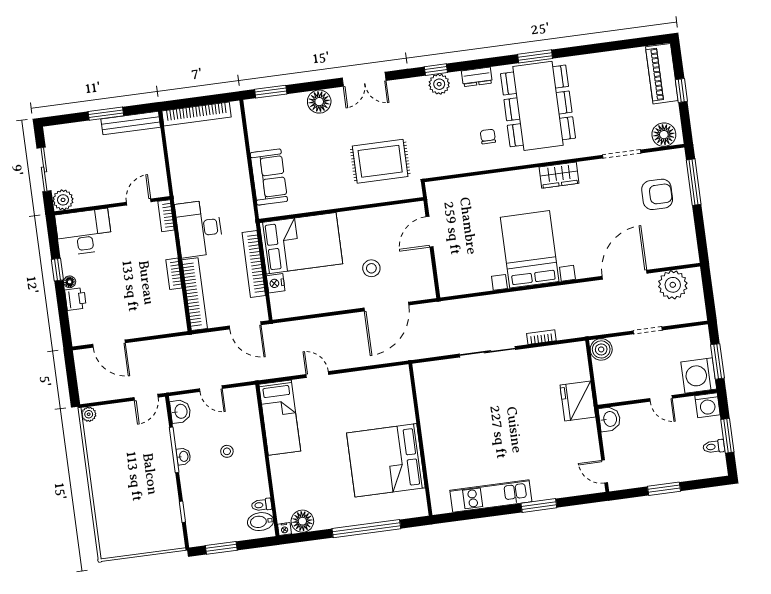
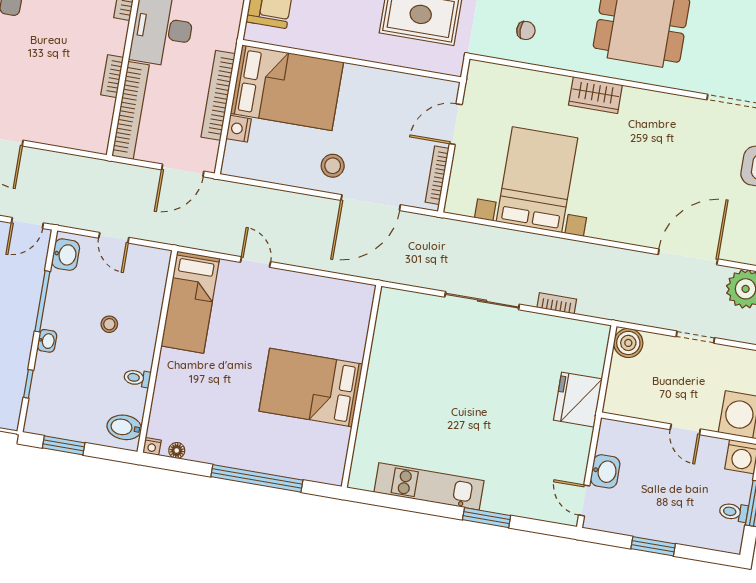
chair: (488, 136) -> (526, 31), moved, turned 90
wardrobe: (559, 175) -> (595, 95), moved
bed with nightstands: (530, 249) -> (537, 180), moved
stool: (371, 268) -> (333, 166), moved
bookcase: (428, 272) -> (437, 175), added
door: (245, 325) -> (183, 170), hinge flipped
washbasin: (610, 419) -> (605, 471), moved
washbasin: (183, 456) -> (47, 341), moved
bed: (386, 460) -> (311, 388), width x0.73
toilet: (262, 505) -> (137, 378), moved
floor lamp: (302, 521) -> (177, 450), width x0.53, depth x0.53

